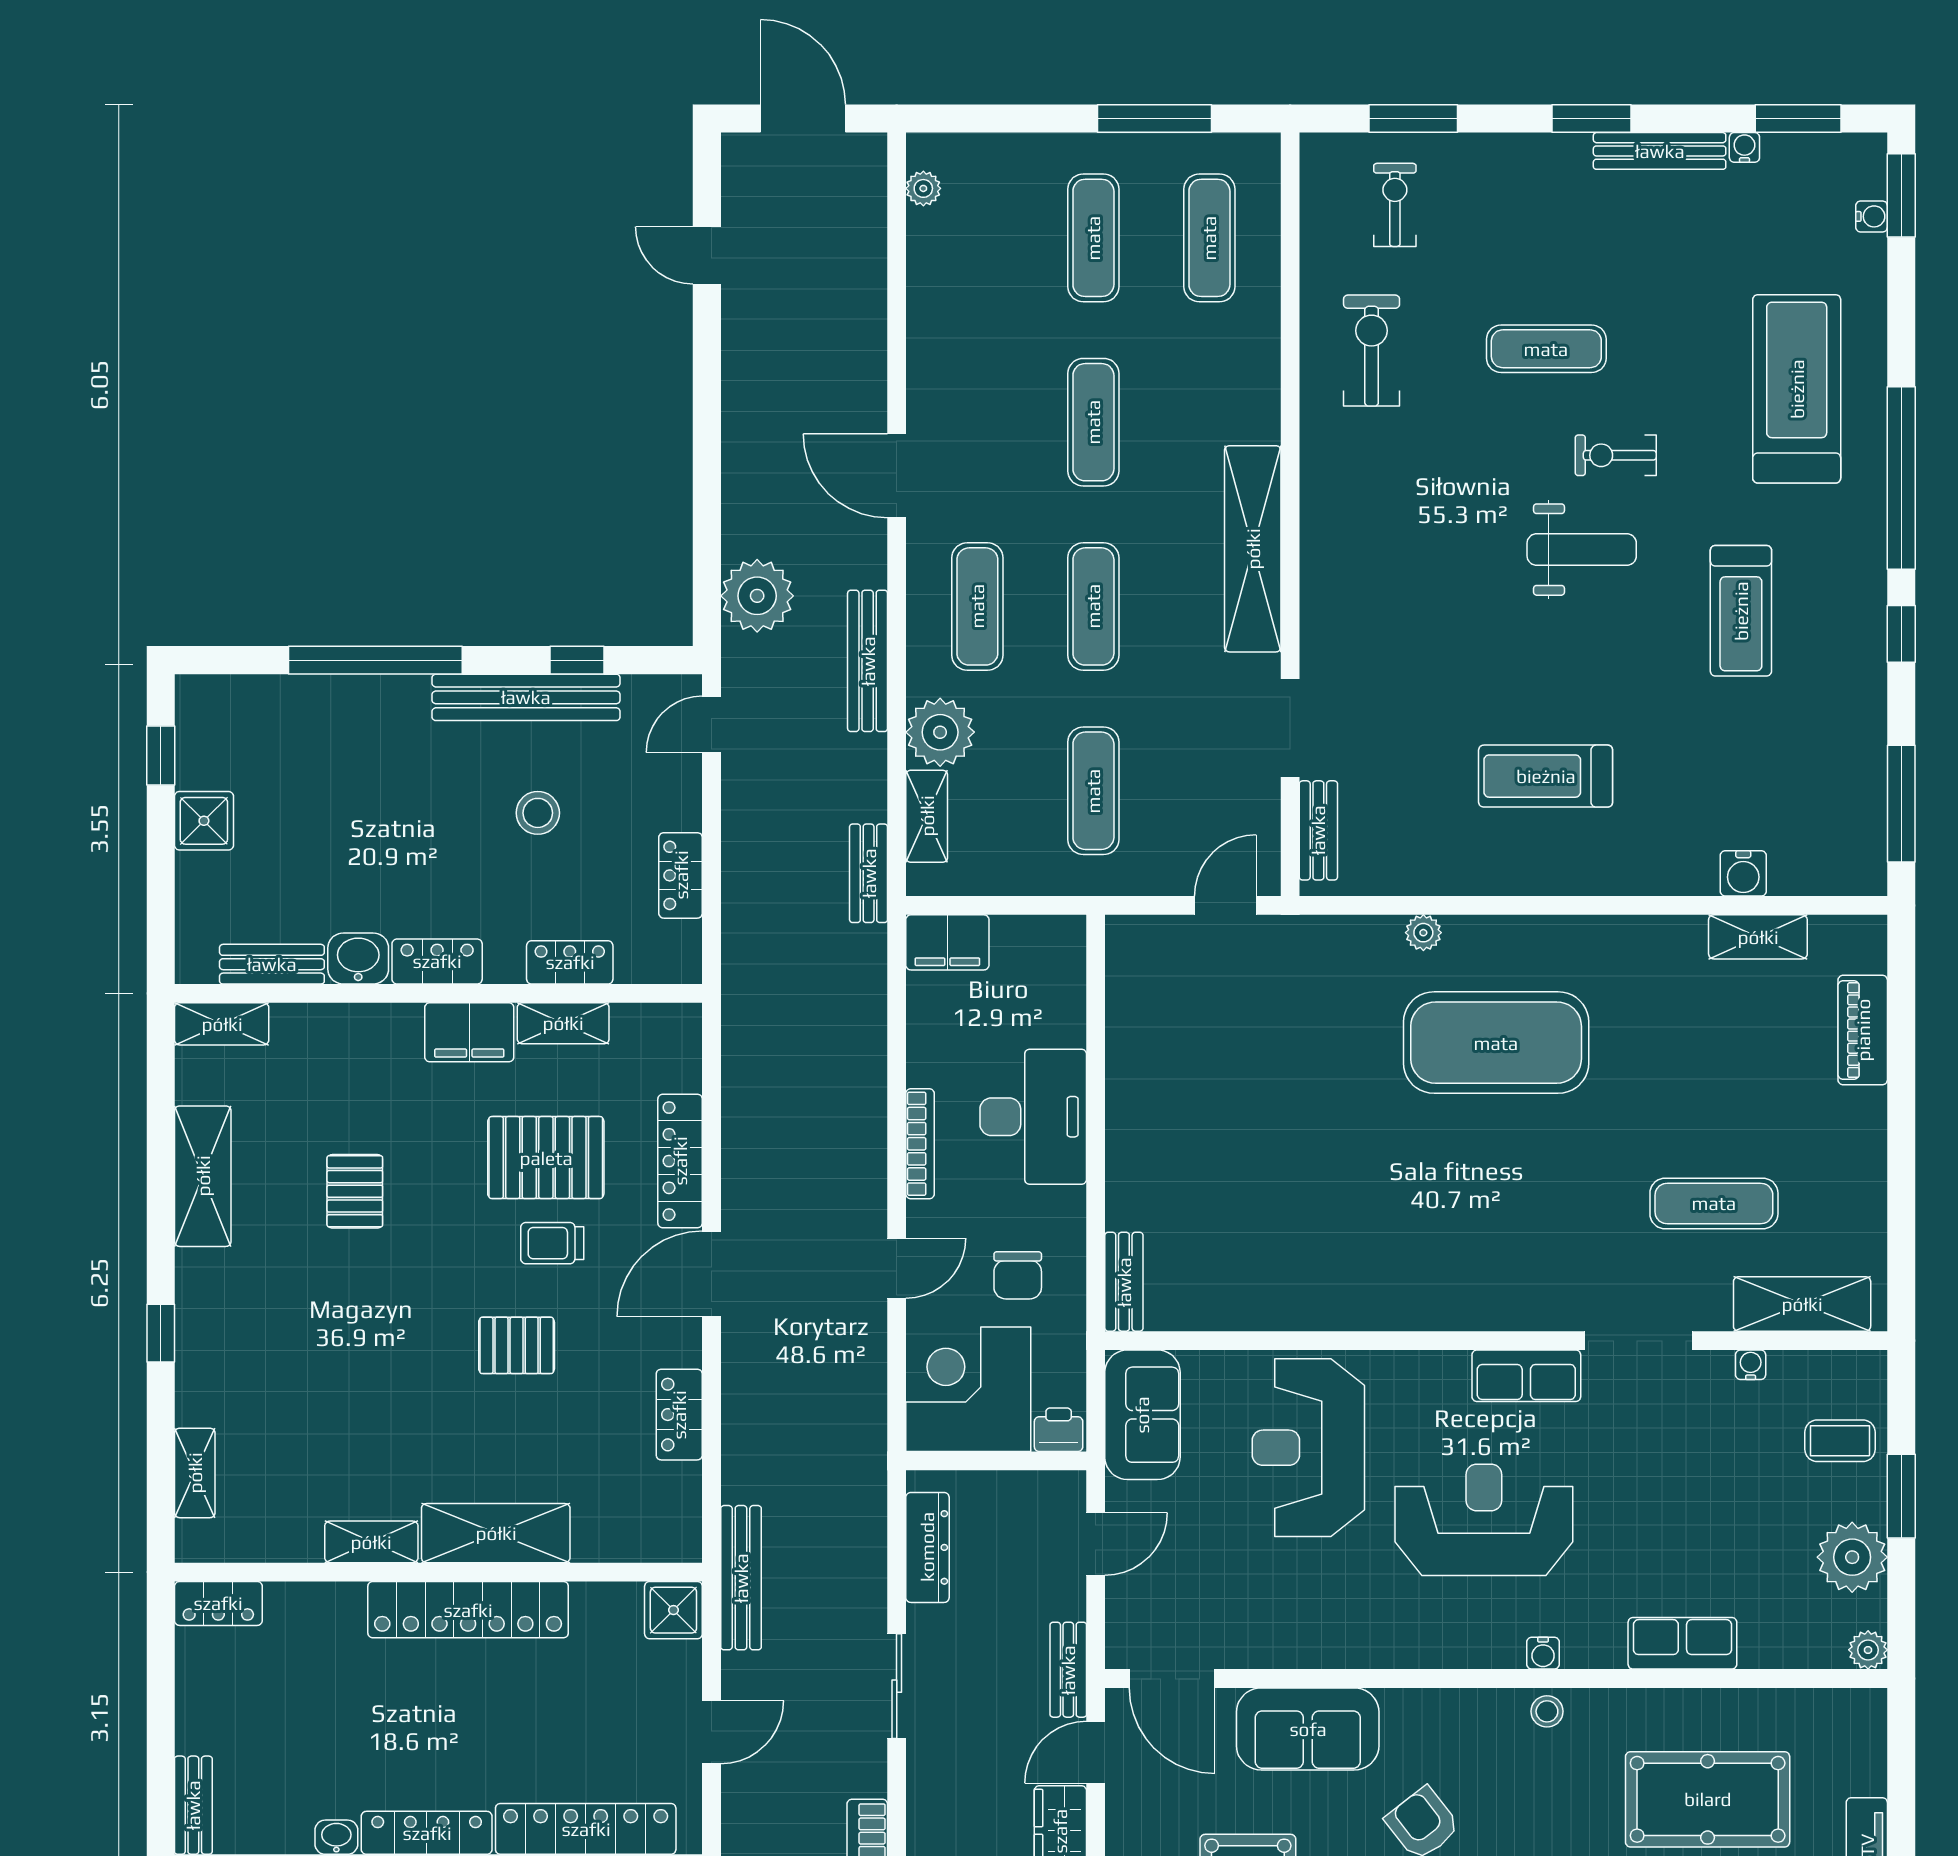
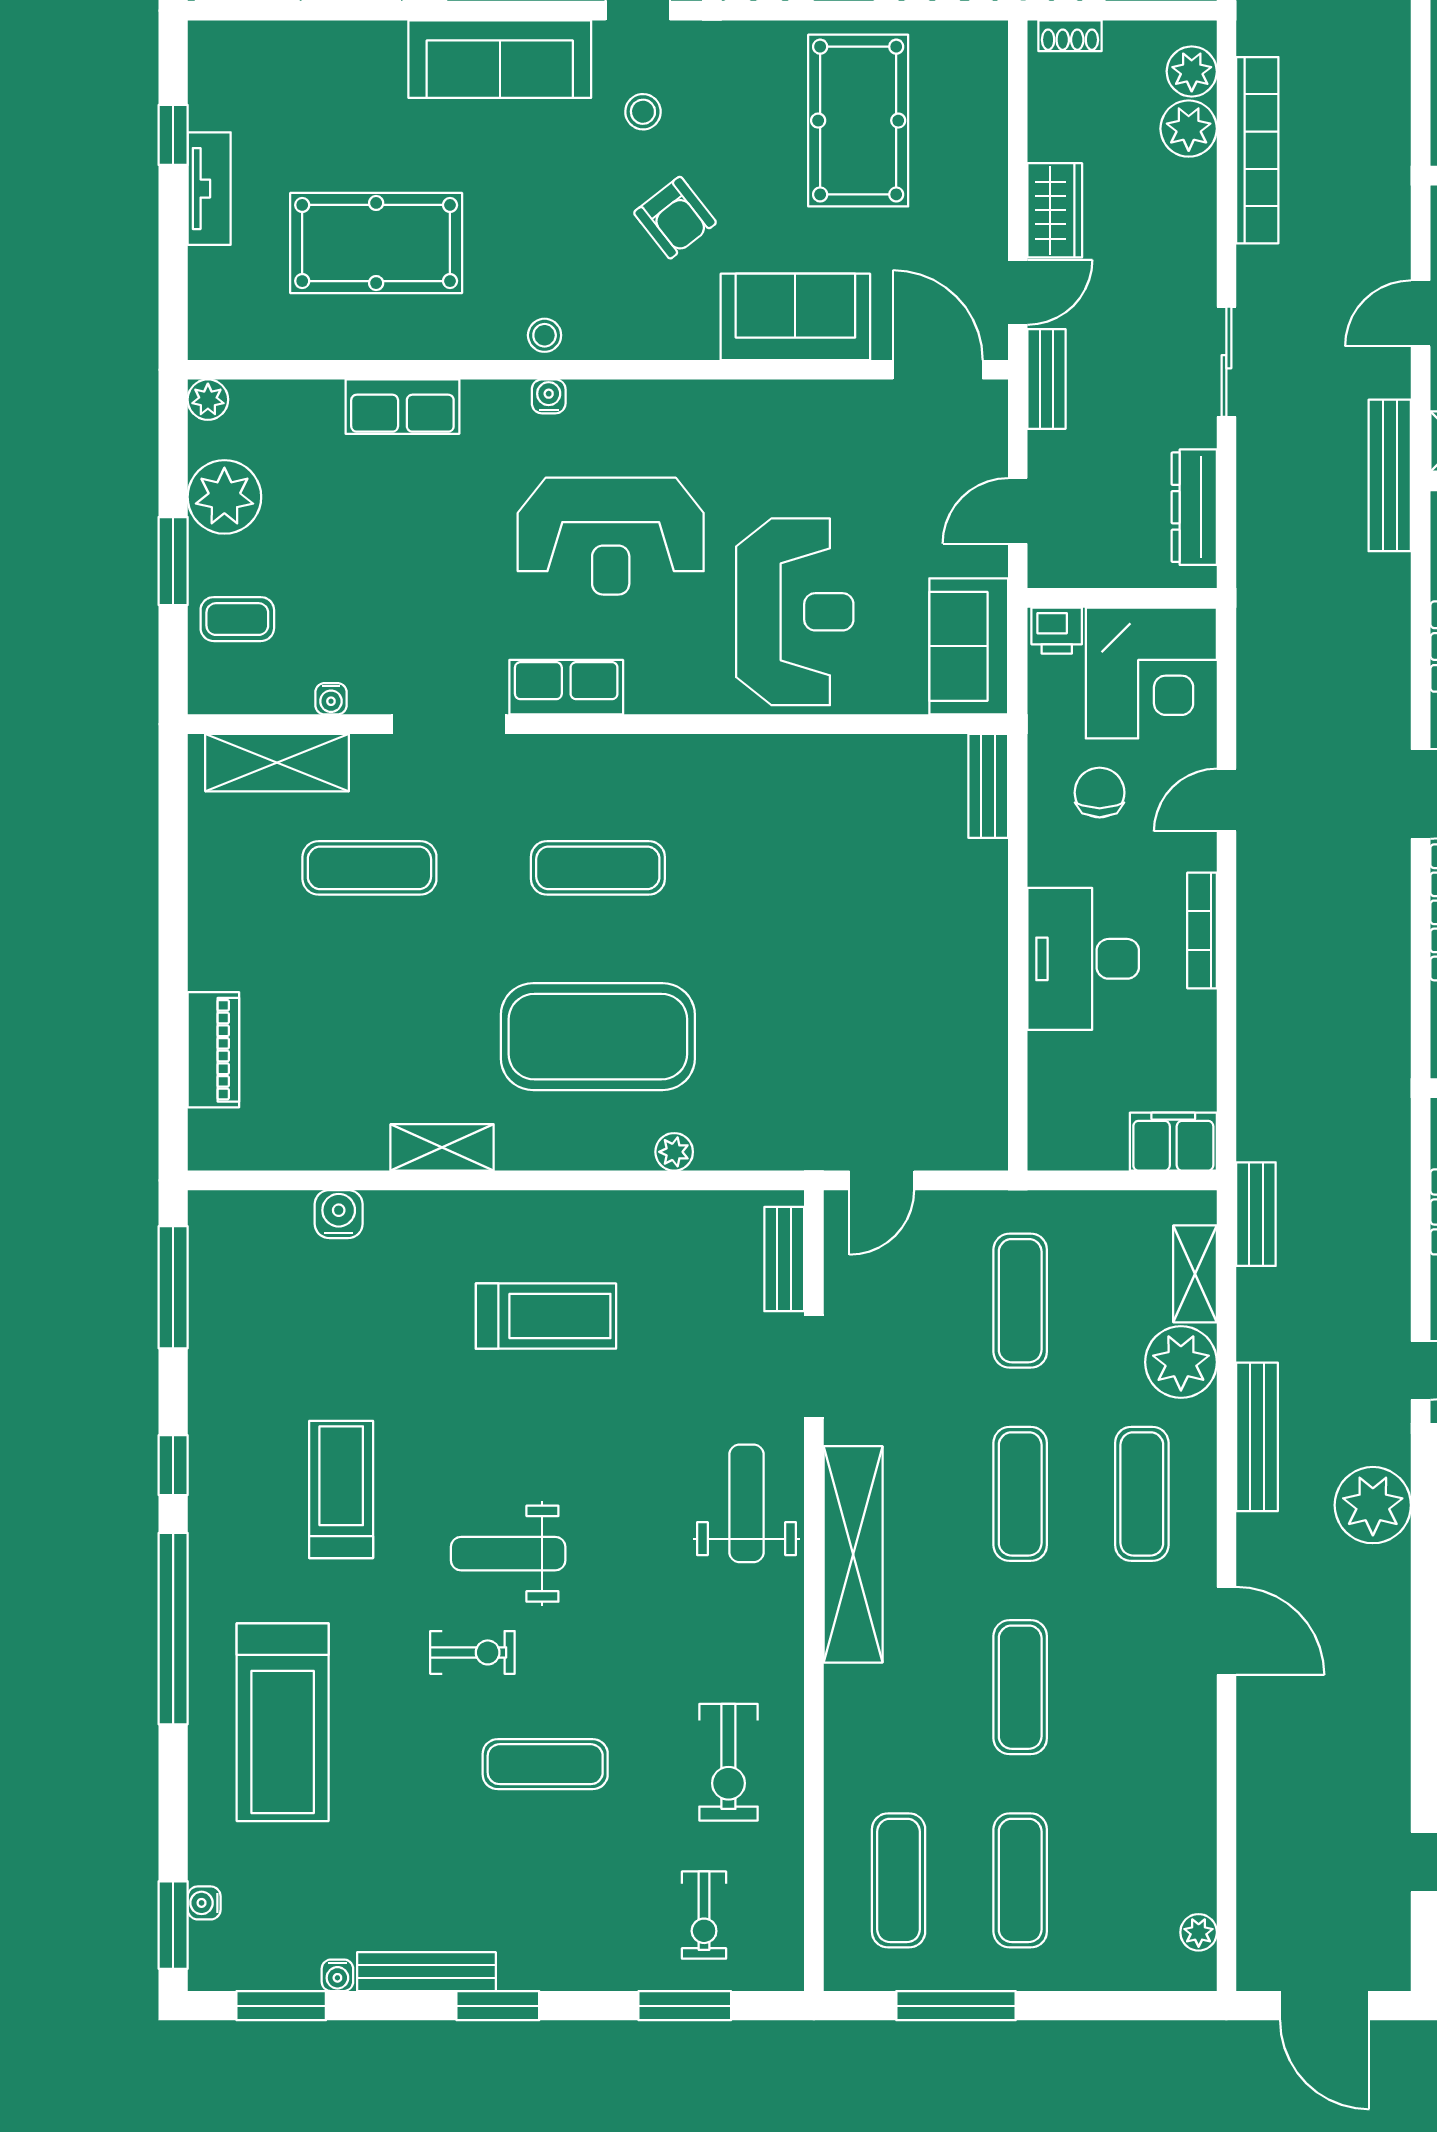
weight bench: (1354, 597) -> (747, 1503), added
shelving: (1758, 937) -> (442, 1147), moved
exercise mat: (1496, 1203) -> (598, 868), added

